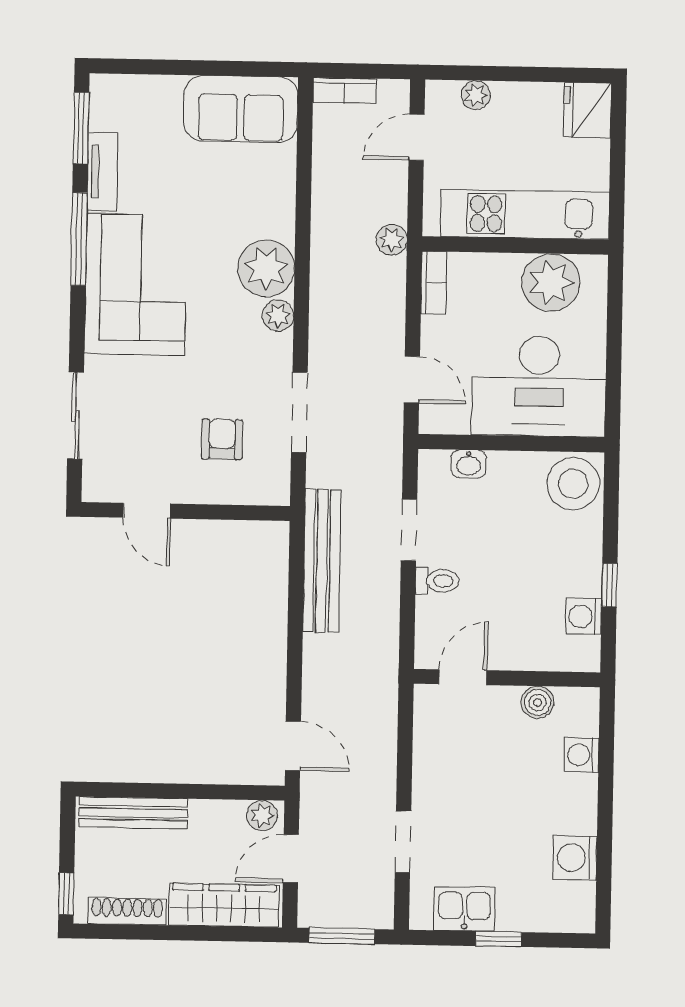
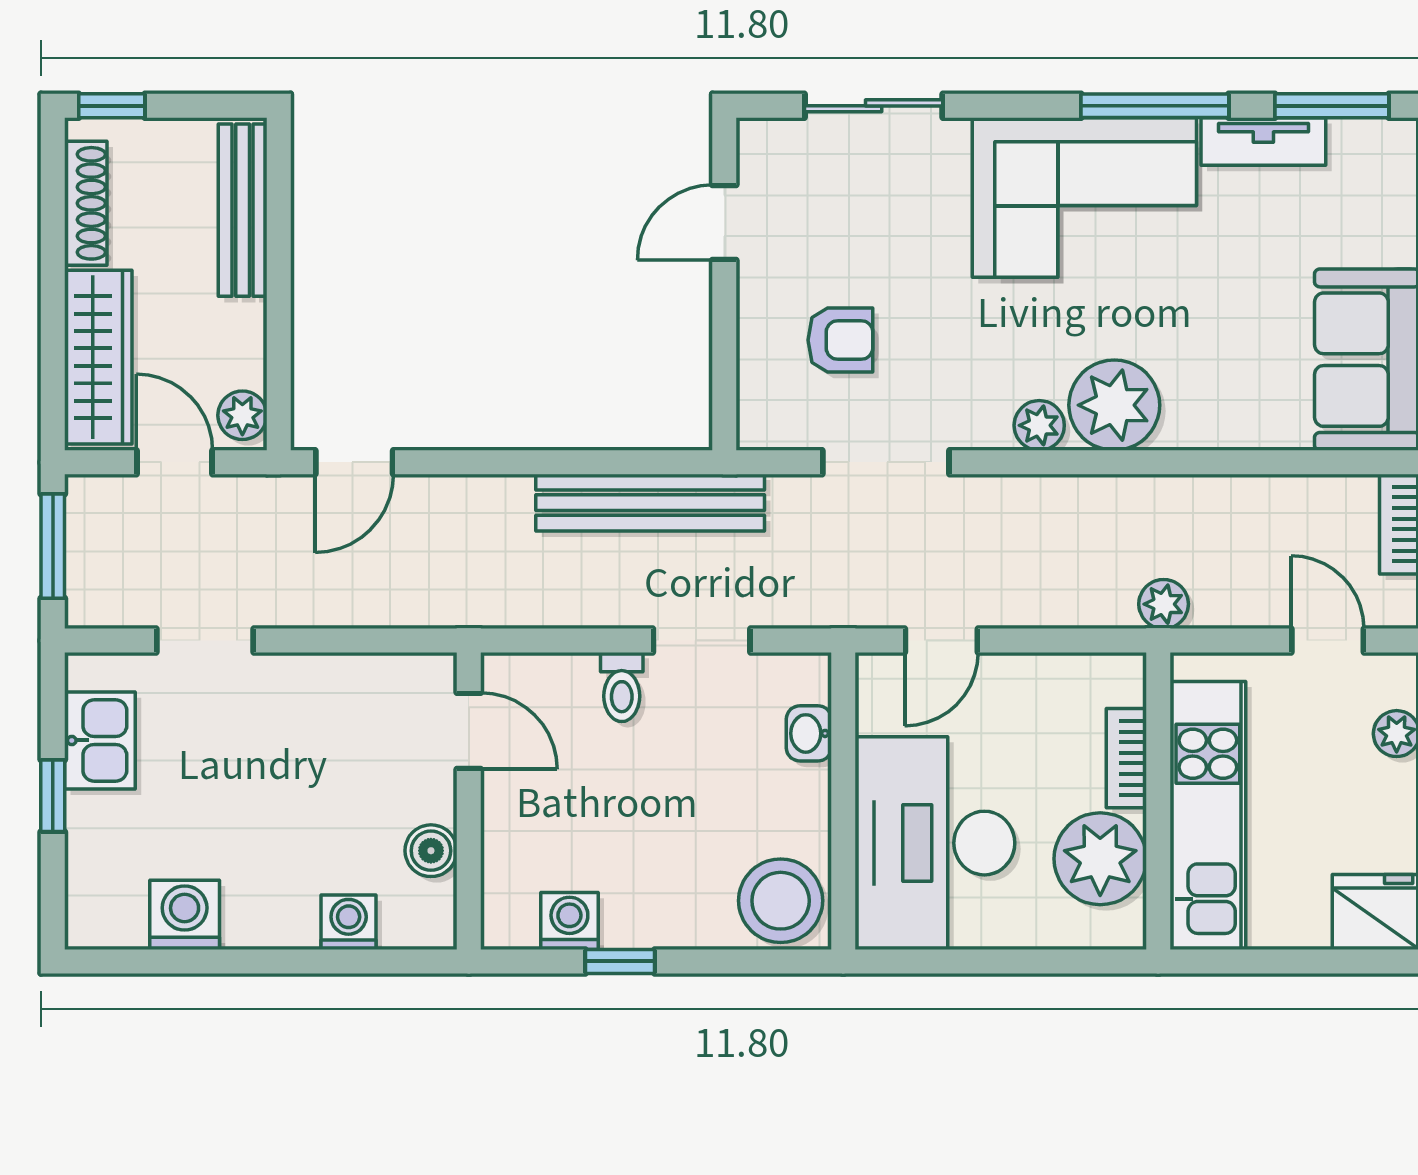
bookcase: (434, 283) -> (1126, 758), moved, turned 90

